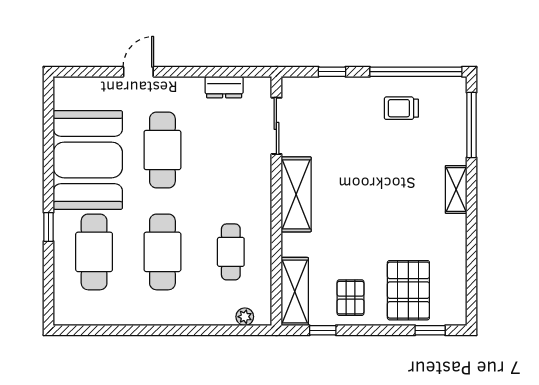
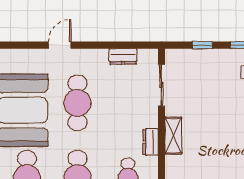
shelving: (296, 194) -> (173, 136), width x0.67, depth x0.75
dresser: (261, 203) -> (150, 142), added

